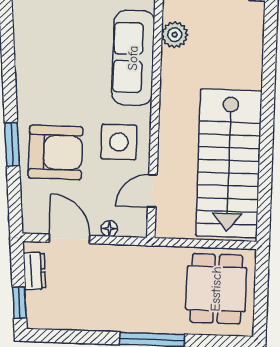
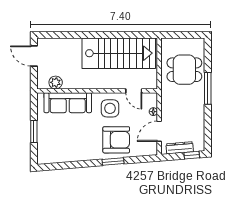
armchair: (56, 152) -> (116, 140), turned 90
dresser: (34, 271) -> (180, 148), width x1.44
dining table: (216, 289) -> (184, 70), moved

